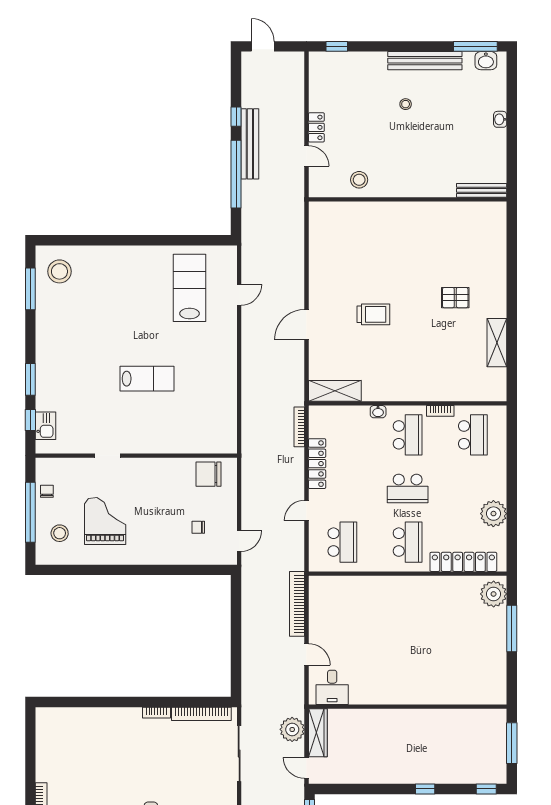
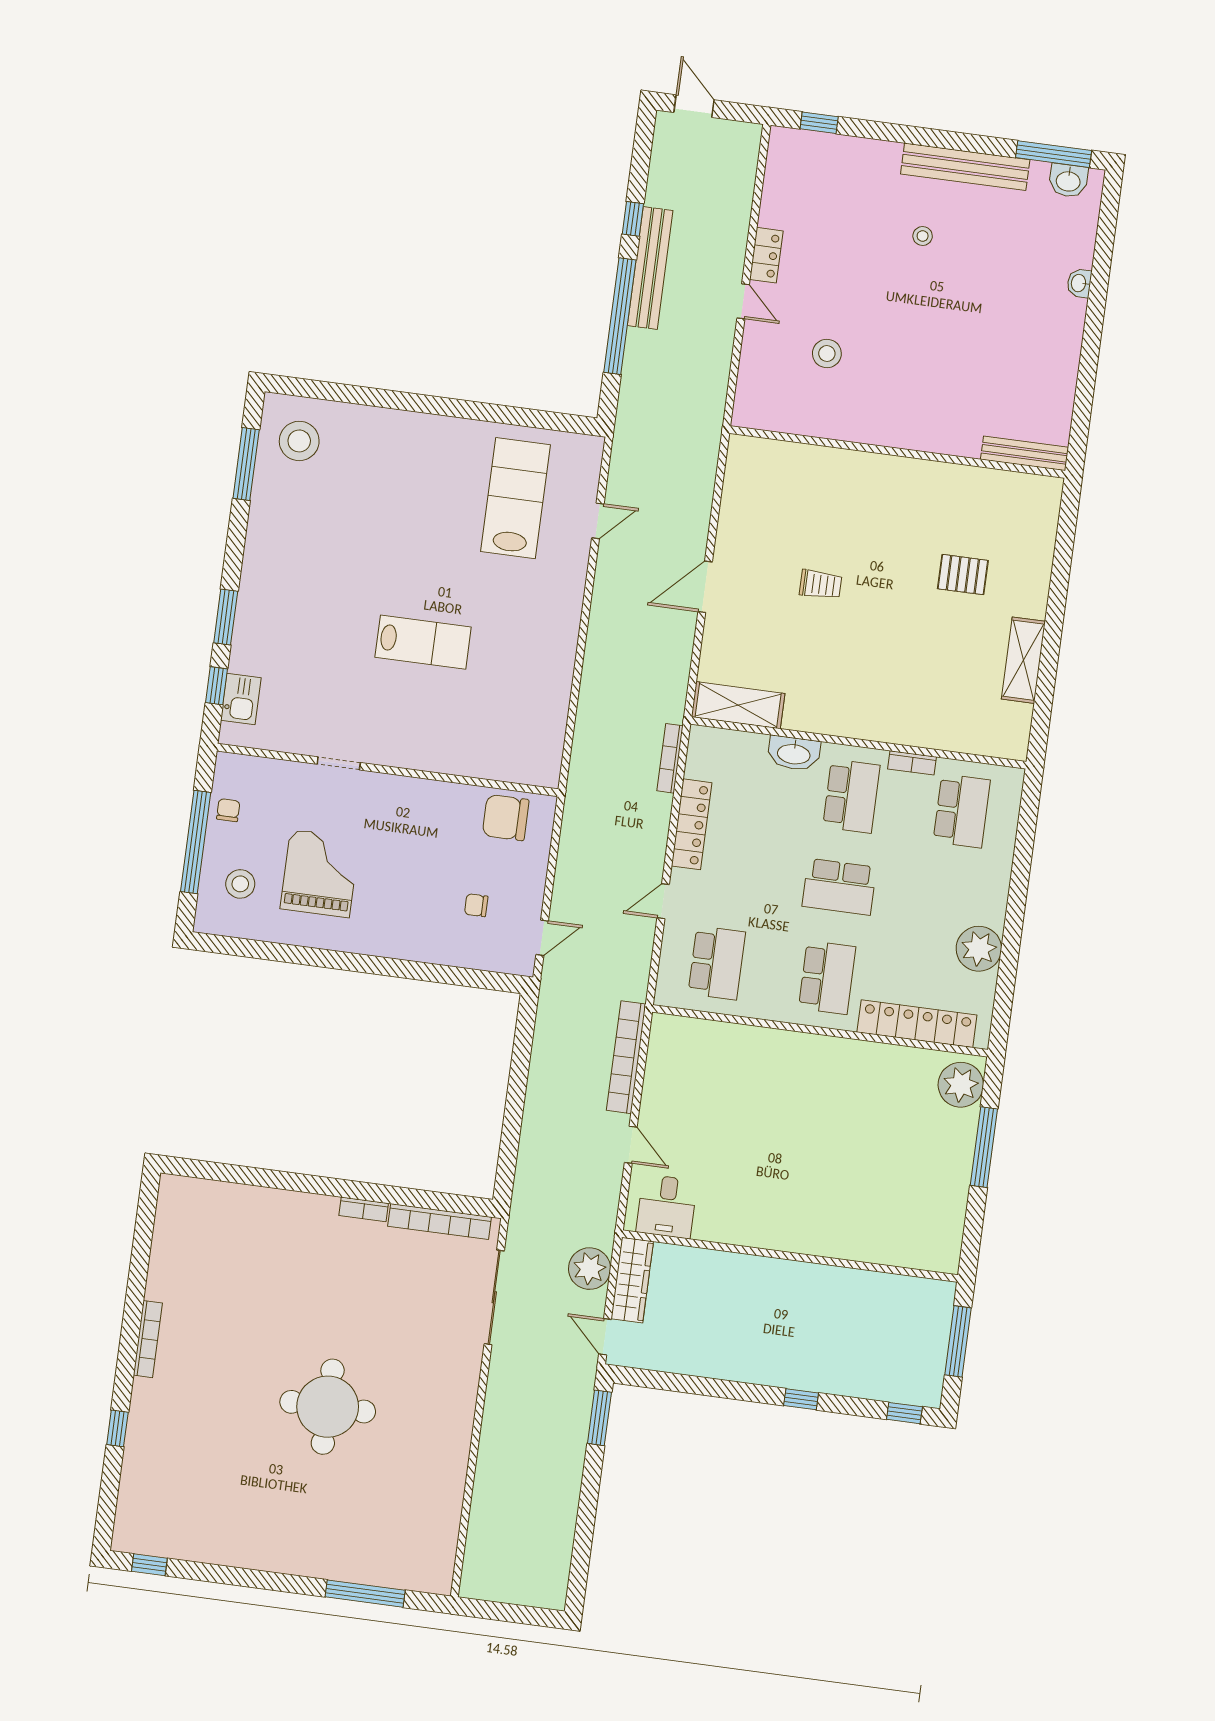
bench: (482, 190) -> (1025, 453), moved
wall: (408, 199) -> (897, 452), moved
trolley: (373, 314) -> (821, 584), width x0.73, depth x0.72
washbasin: (378, 412) -> (794, 753), width x1.91, depth x1.45

